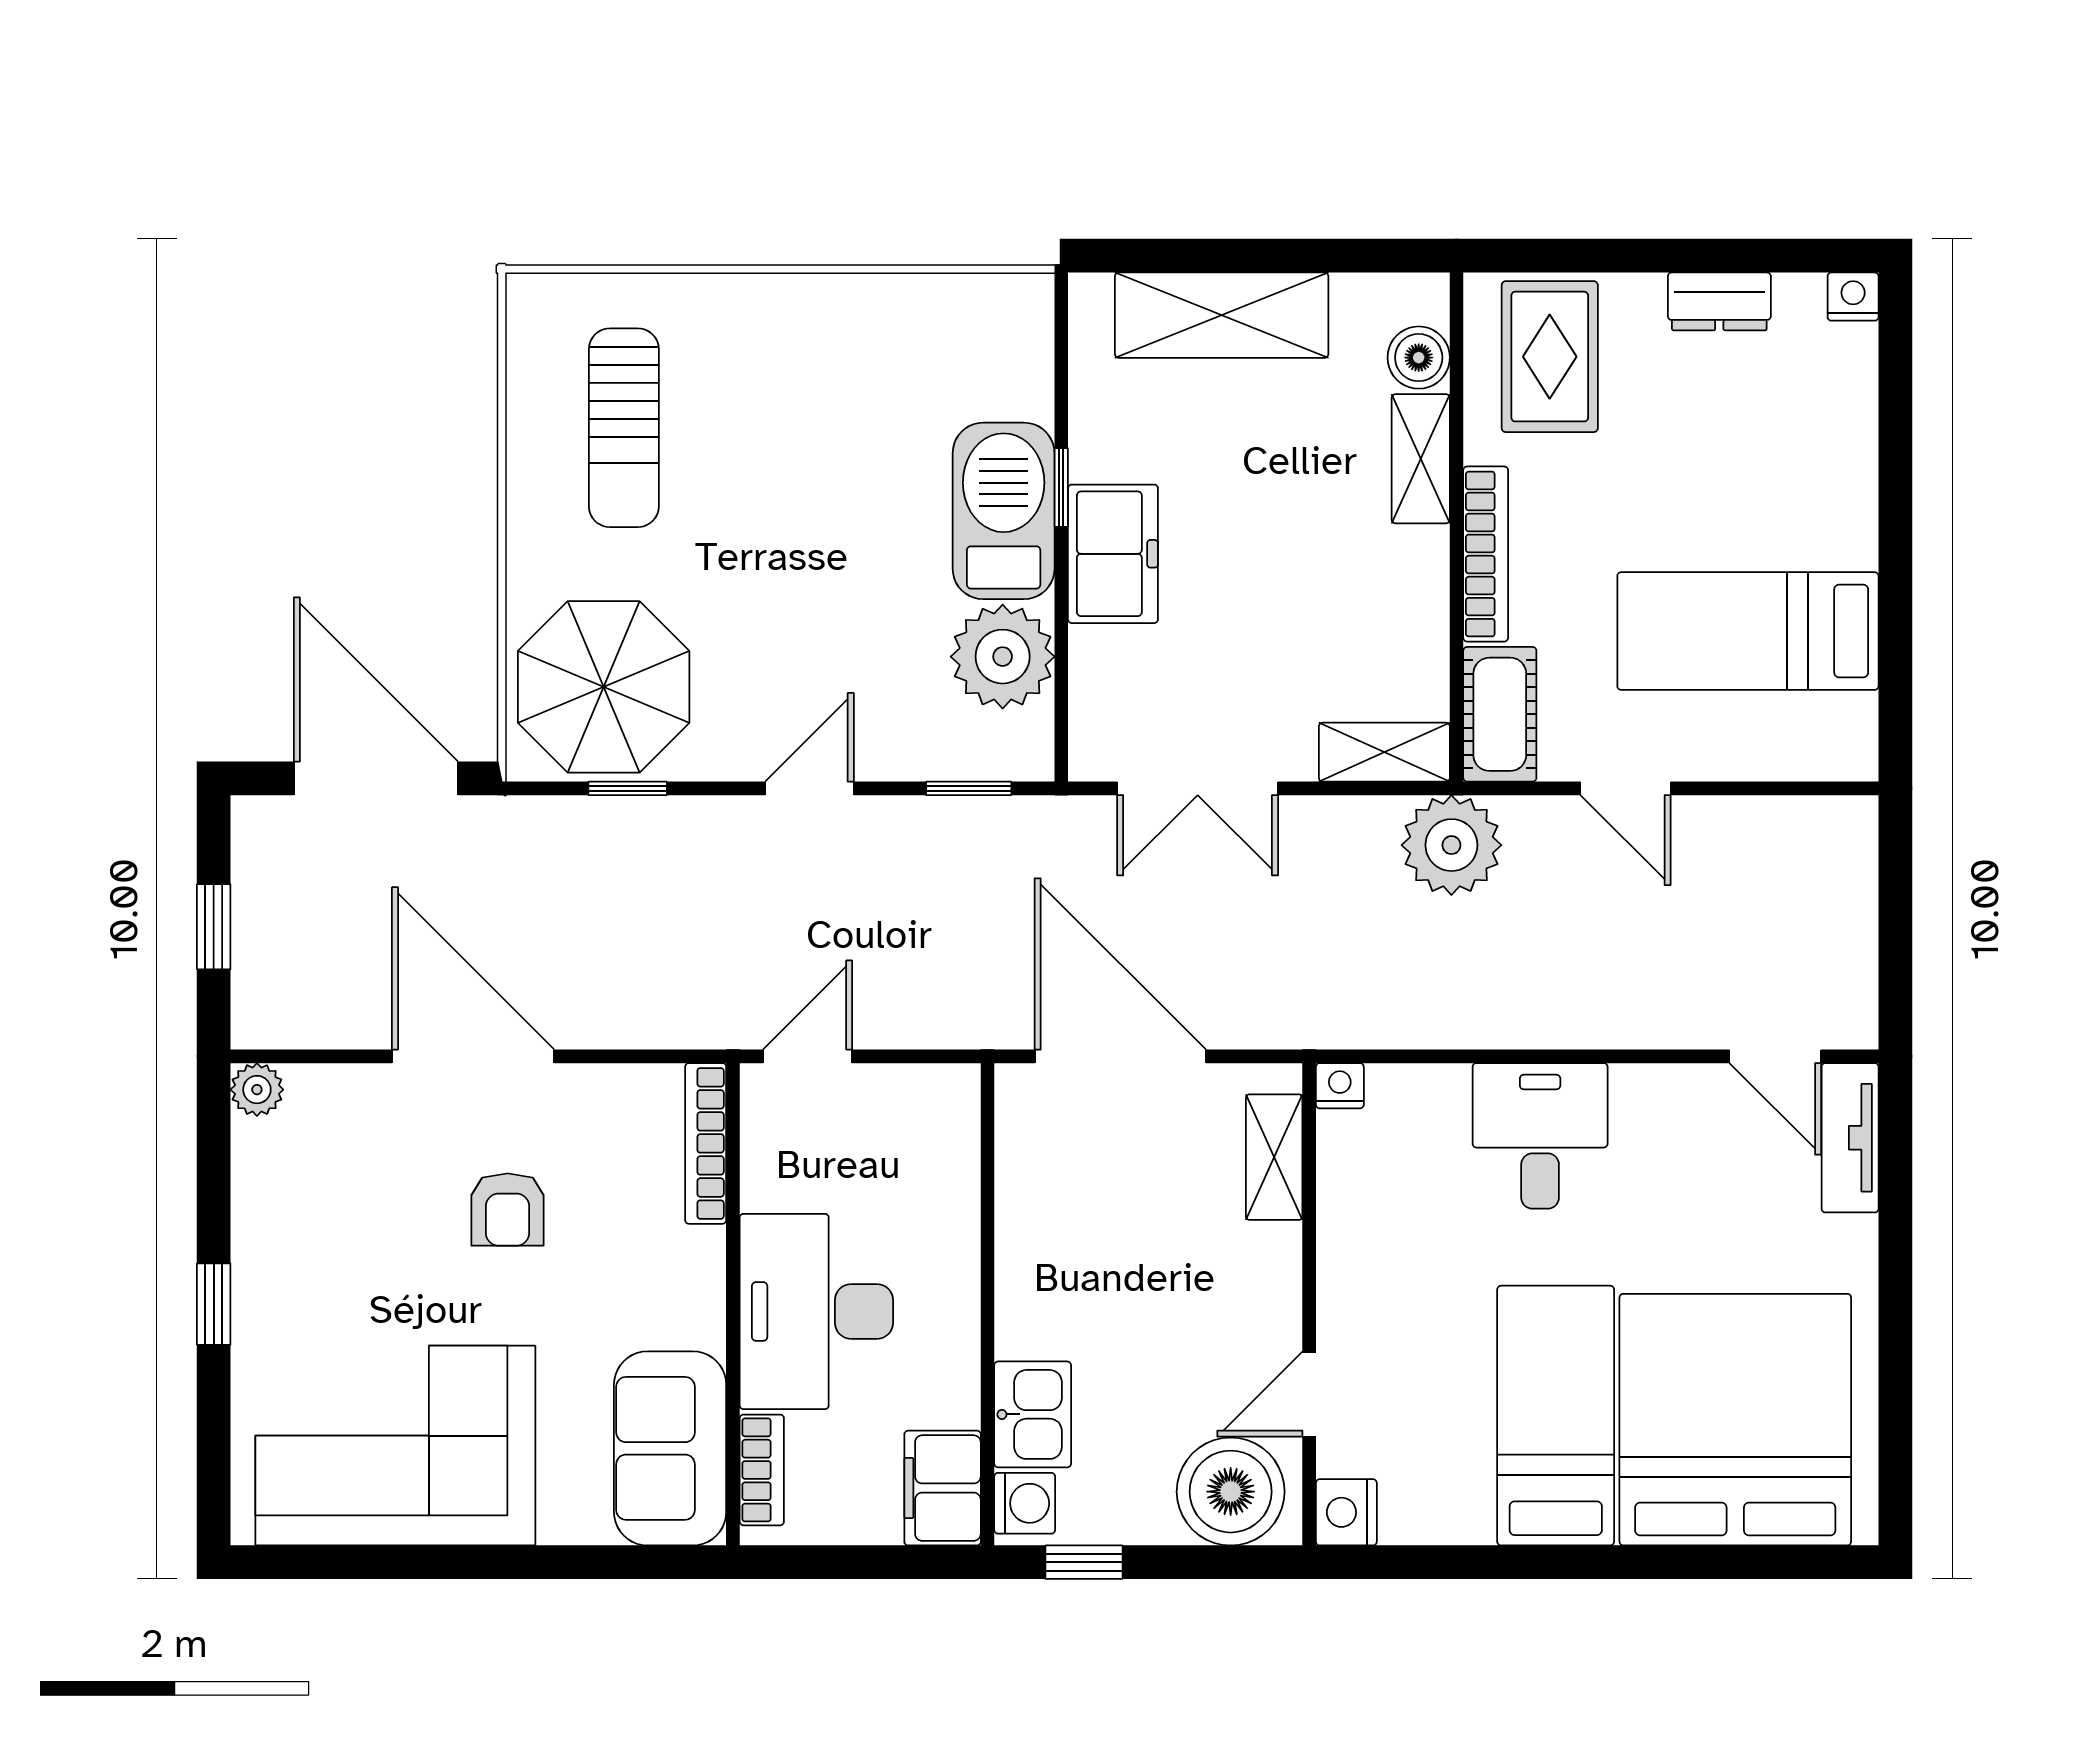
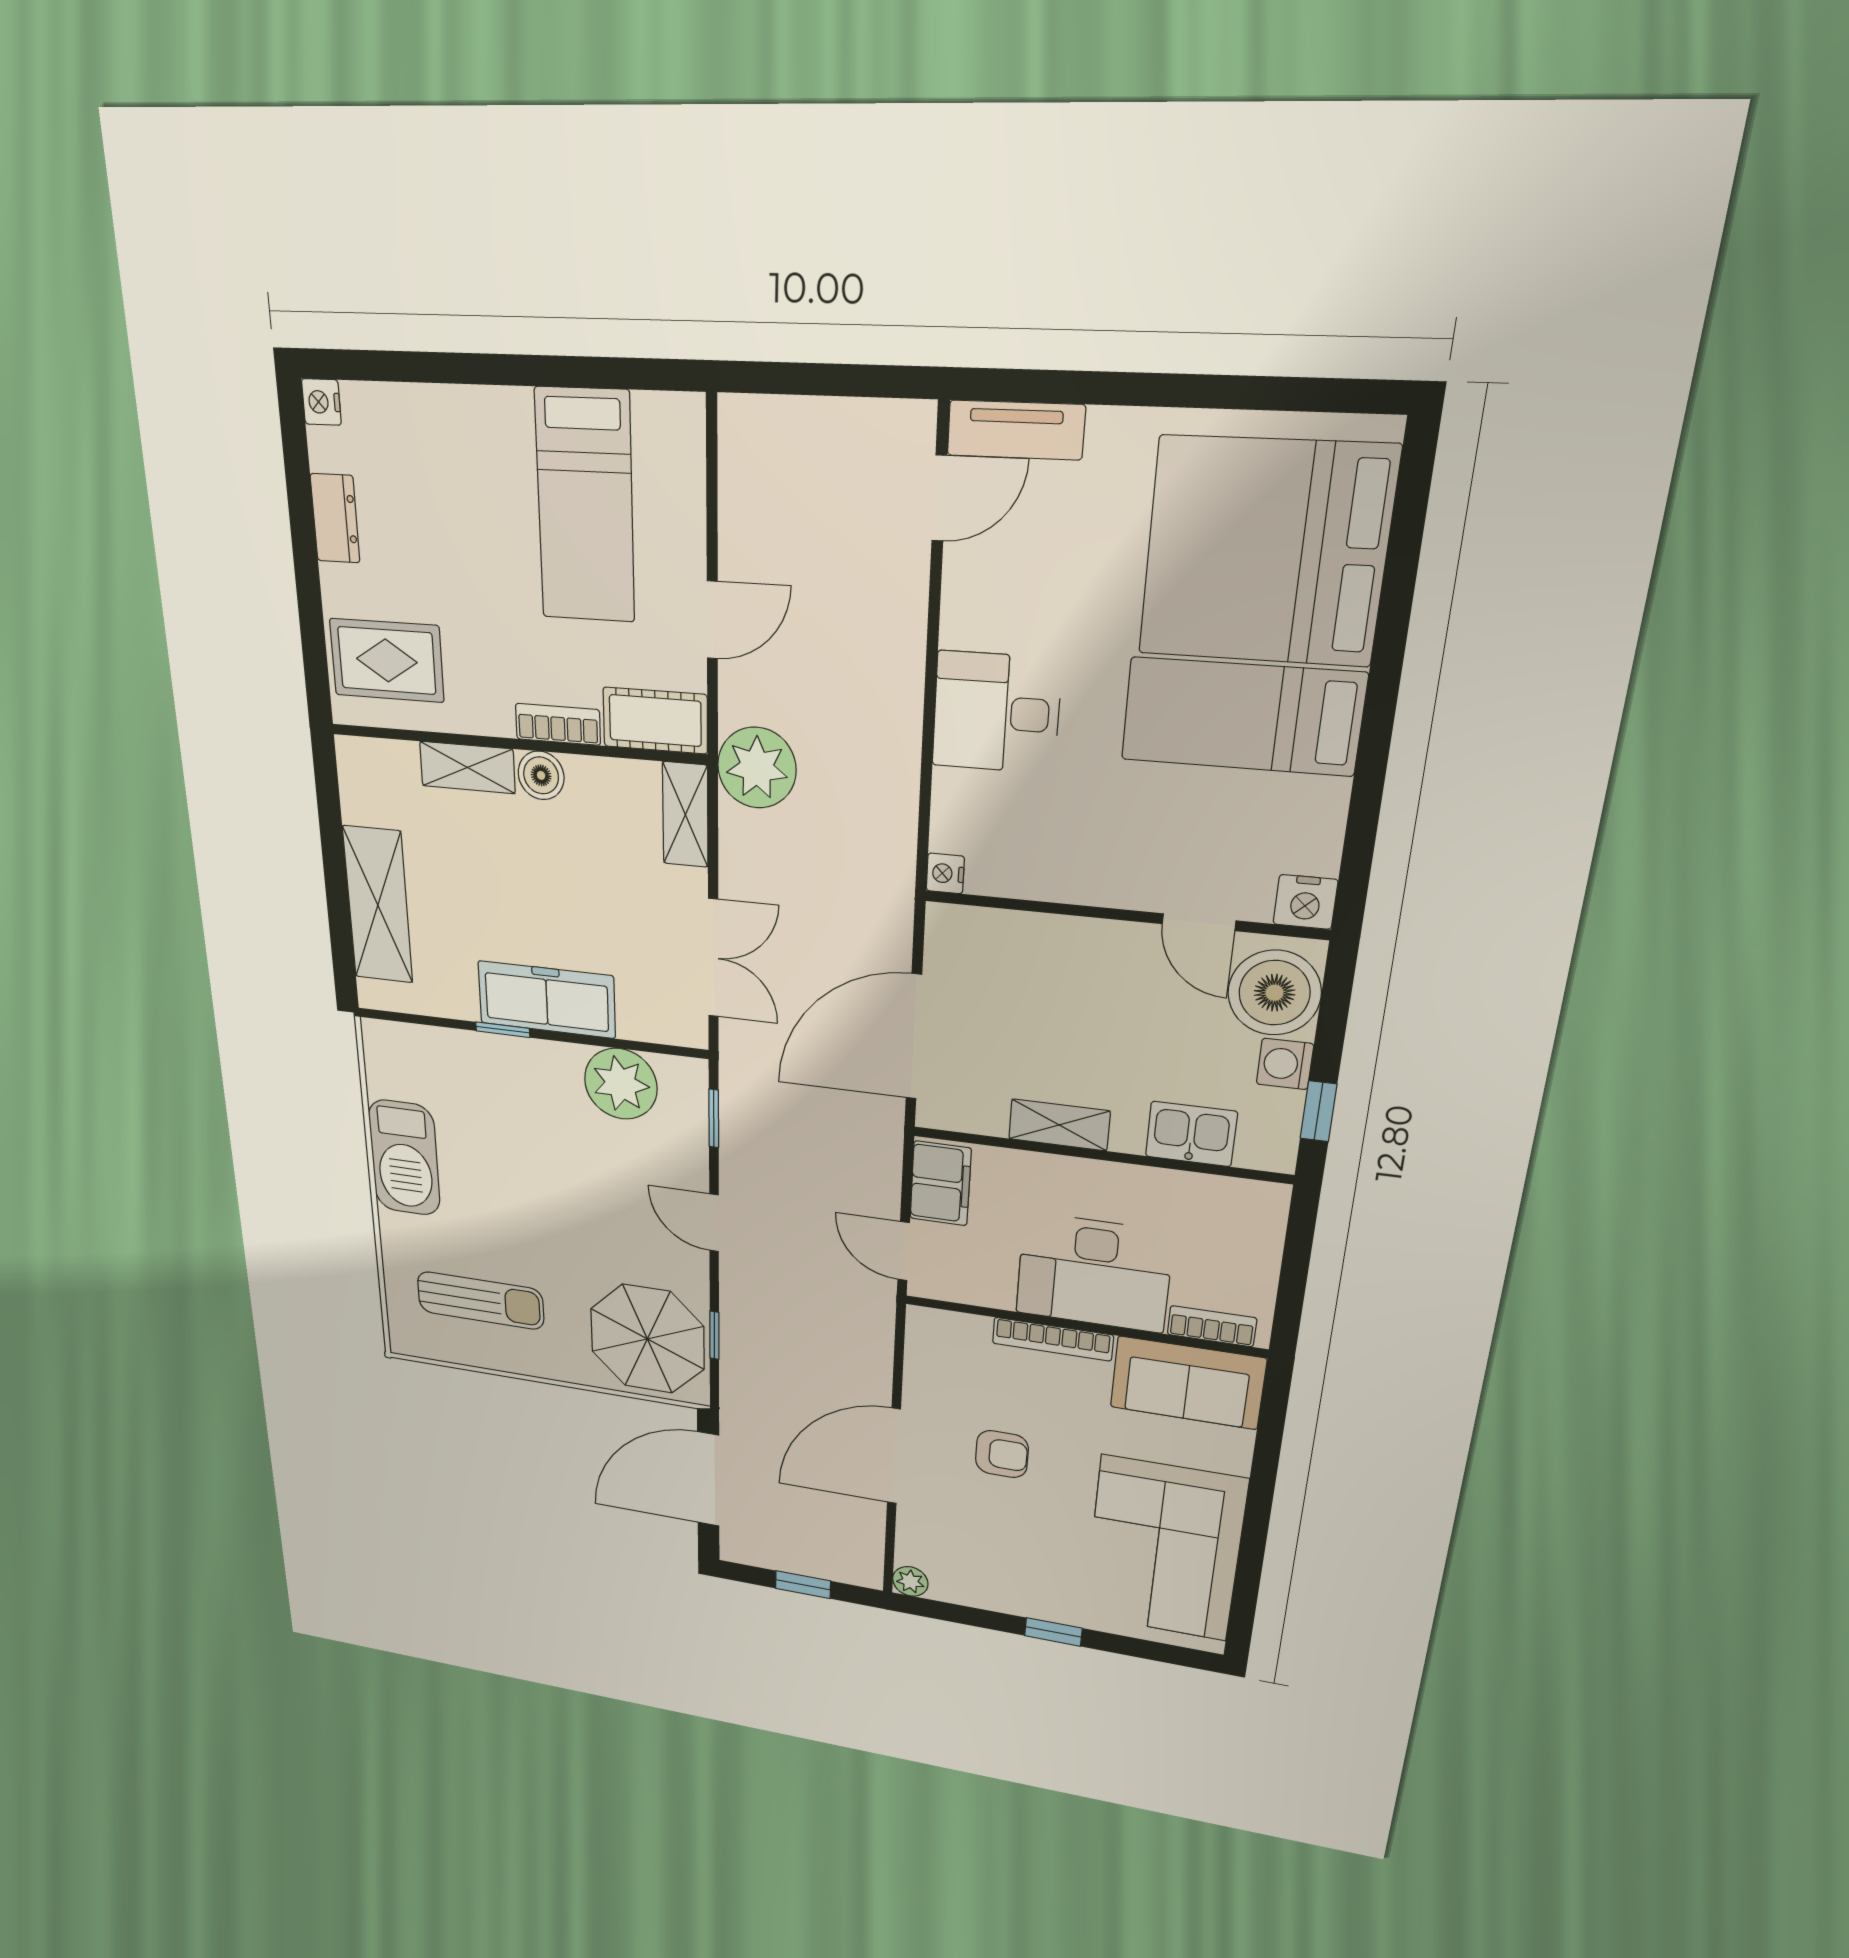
boiler: (1419, 358) -> (541, 775), moved
barbecue: (1004, 511) -> (404, 1158), moved, turned -90
freezer: (1113, 554) -> (547, 1000), width x1.40
bookcase: (1486, 554) -> (558, 724), width x0.64
bookcase: (706, 1143) -> (1053, 1339), moved
shelving: (1274, 1157) -> (1059, 1125), moved
filing cabinet: (943, 1488) -> (941, 1183), moved, turned -90
washing machine: (1025, 1503) -> (1285, 1064), moved, turned -90

